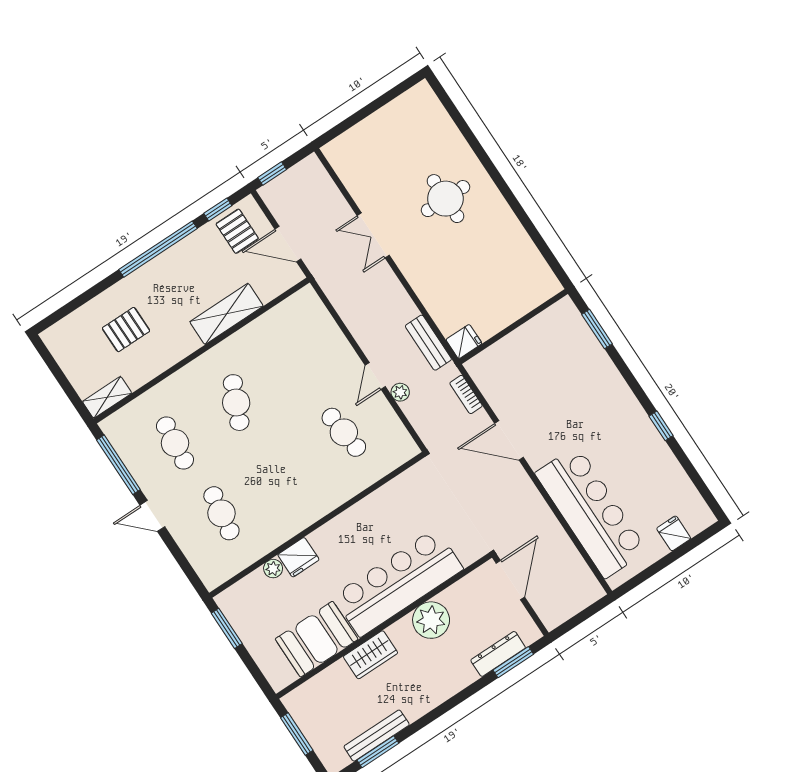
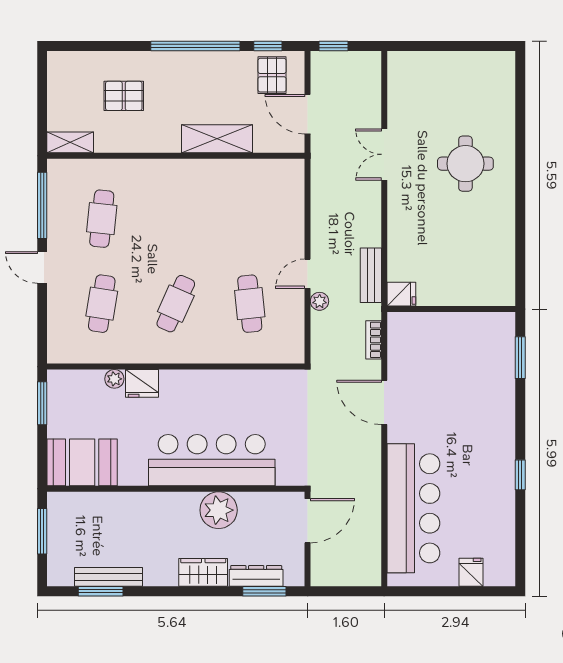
cafe table: (236, 403) -> (176, 304), moved
booth: (317, 639) -> (82, 462), moved
wardrobe: (371, 655) -> (203, 572), moved, turned 180

